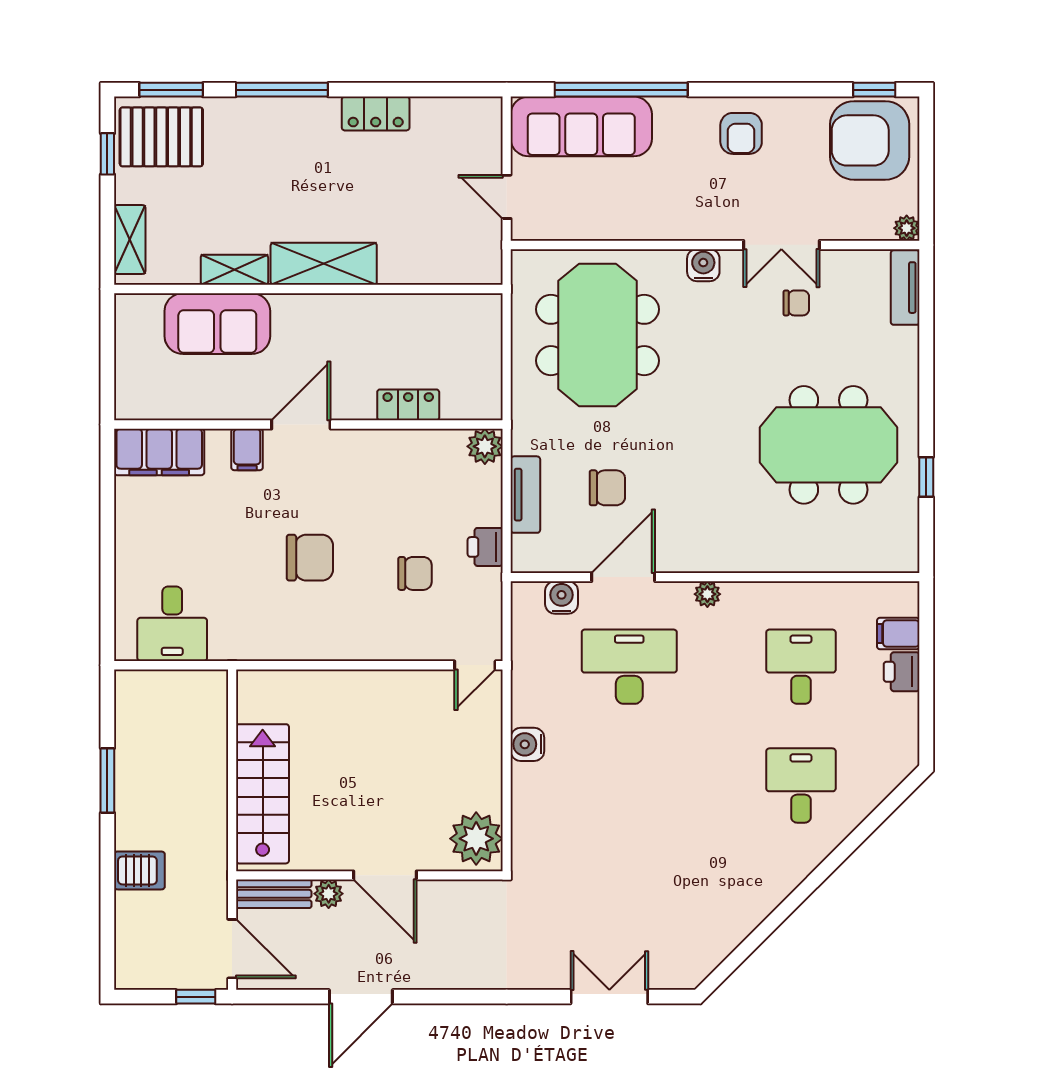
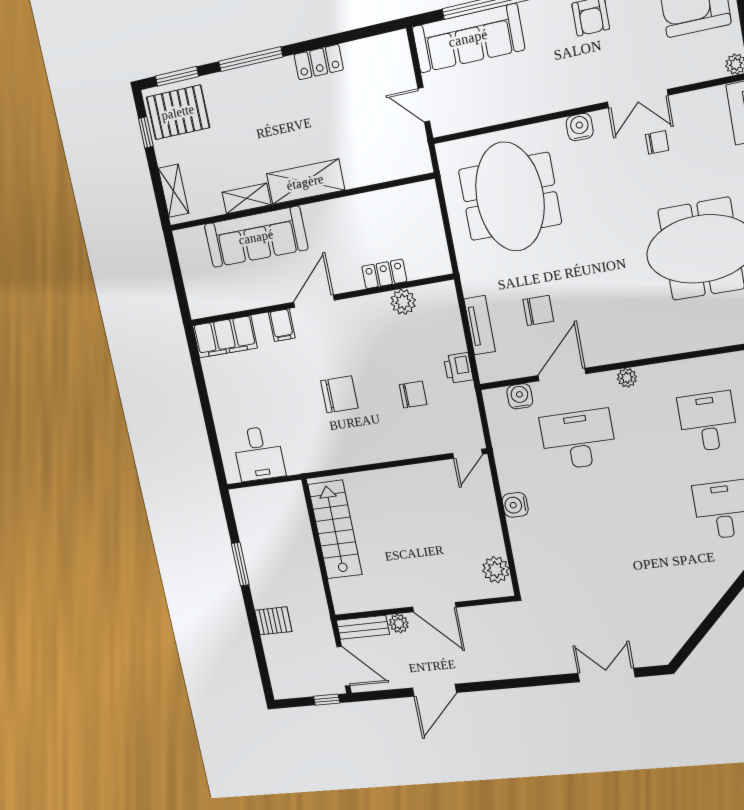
sofa: (217, 324) -> (256, 237), width x1.36
plant: (485, 446) -> (403, 302), moved
stairs: (263, 794) -> (335, 530), moved
plant: (476, 839) -> (496, 570), width x0.73, depth x0.73

